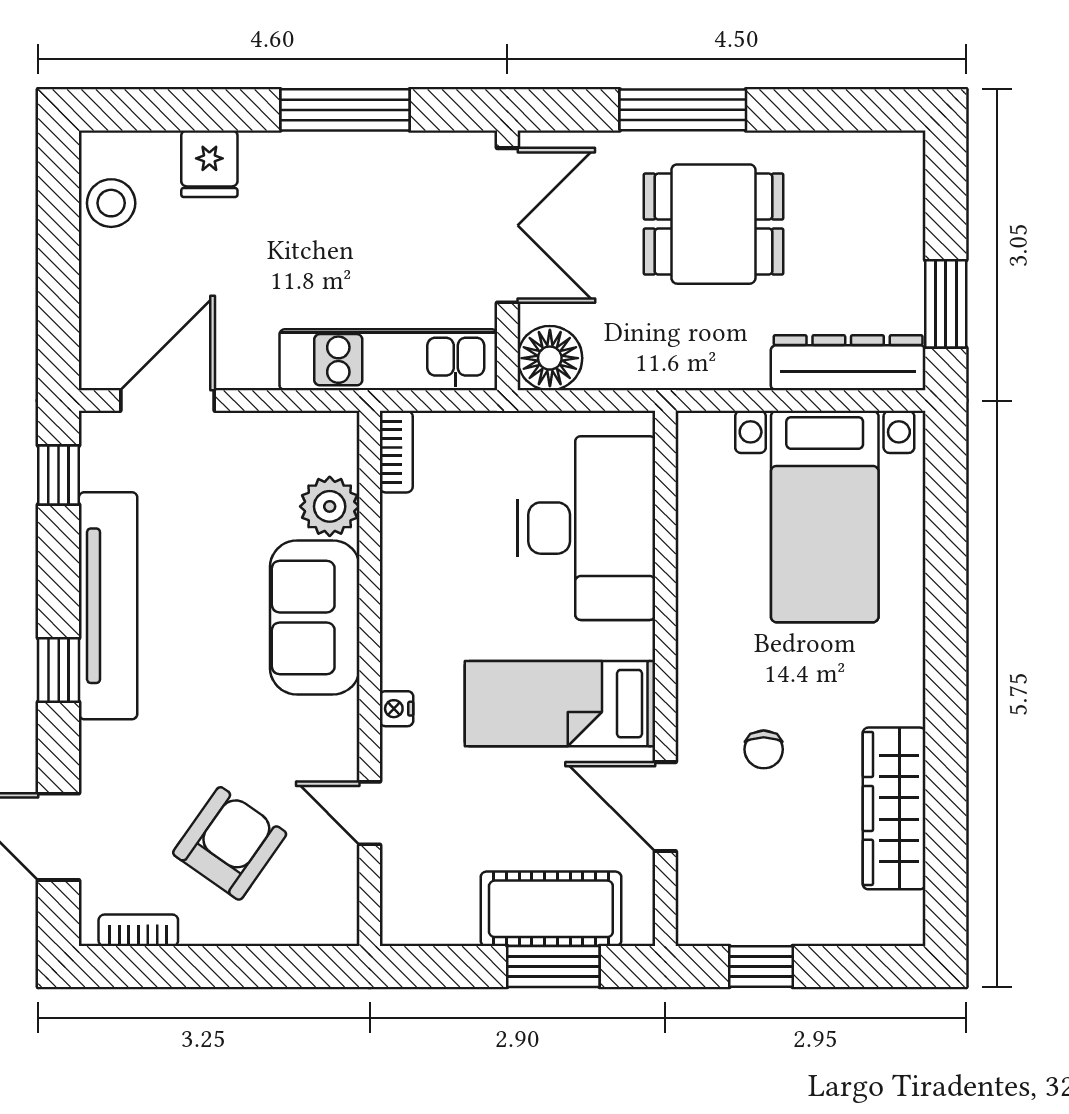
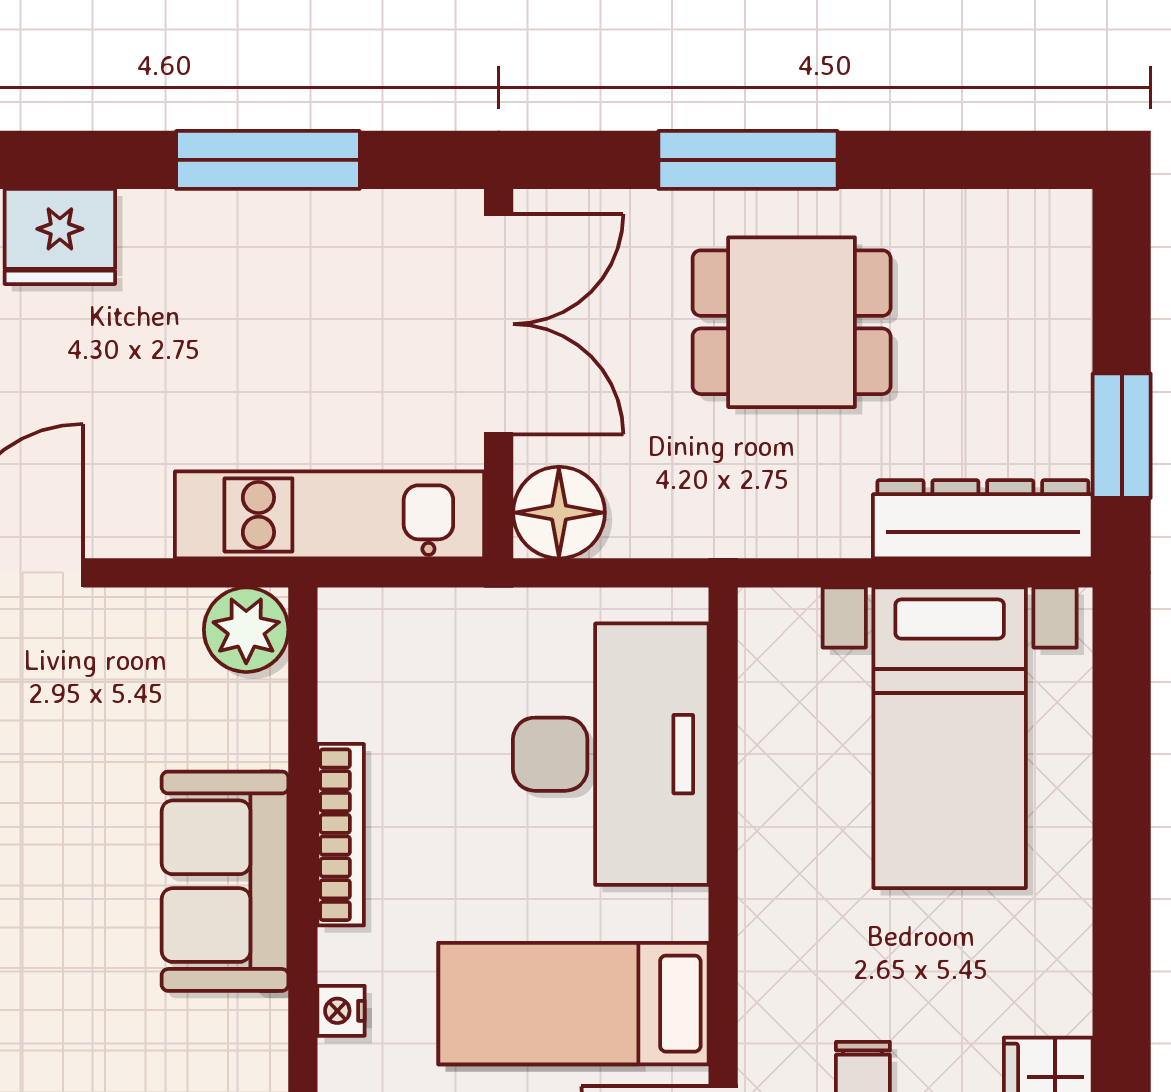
fridge: (209, 164) -> (60, 236), width x1.38
bookcase: (396, 452) -> (341, 835), moved, width x1.56
plant: (330, 506) -> (246, 630), moved

